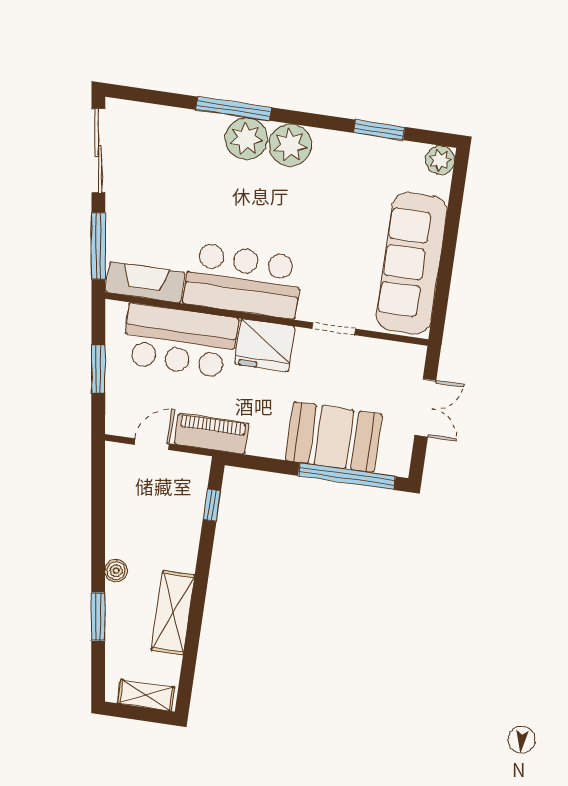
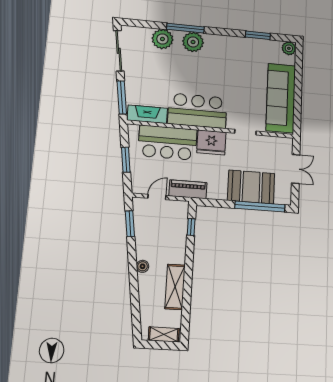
plant: (290, 145) -> (162, 39), moved
window: (98, 617) -> (130, 224), moved

